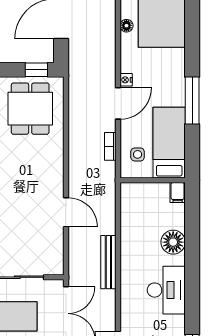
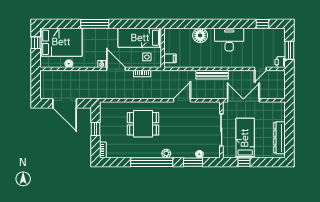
window: (36, 70) -> (96, 129), moved
window: (192, 100) -> (95, 24), moved
dining table: (30, 109) -> (143, 124), moved
filing cabinet: (178, 192) -> (170, 58), moved

